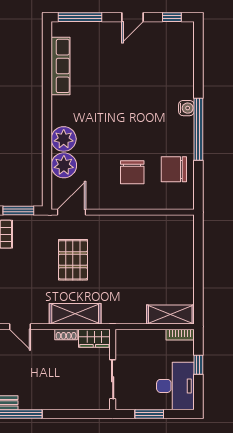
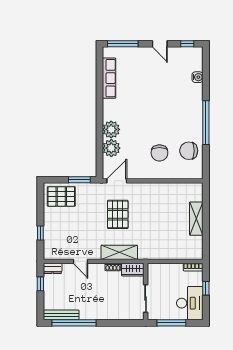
door: (133, 17) -> (160, 44), hinge flipped
water cooler: (186, 108) -> (198, 77), moved
shelving: (170, 314) -> (196, 219), moved, turned 90
window: (149, 414) -> (171, 323), width x1.44

